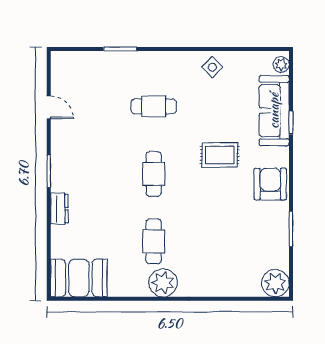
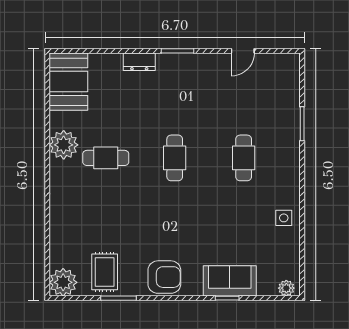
side table: (212, 67) -> (284, 218), turned 45
sofa: (274, 111) -> (230, 281), width x0.73
rug: (220, 155) -> (105, 272), moved
cafe table: (154, 174) -> (175, 158), turned 90
plant: (163, 283) -> (64, 145), moved

